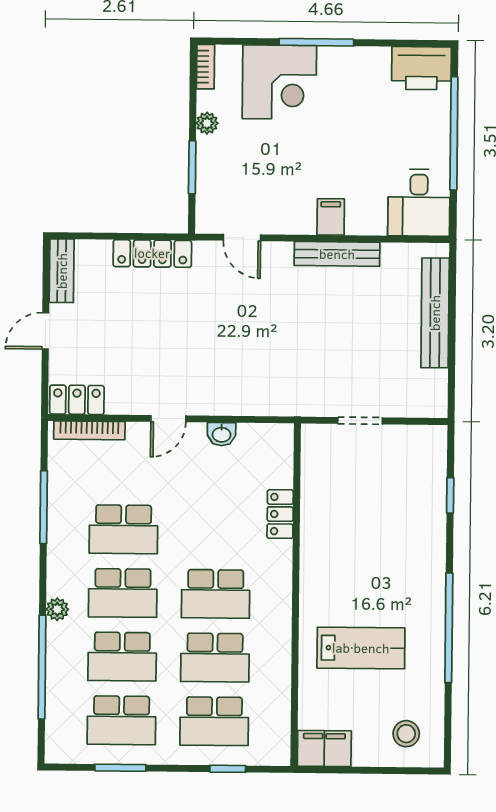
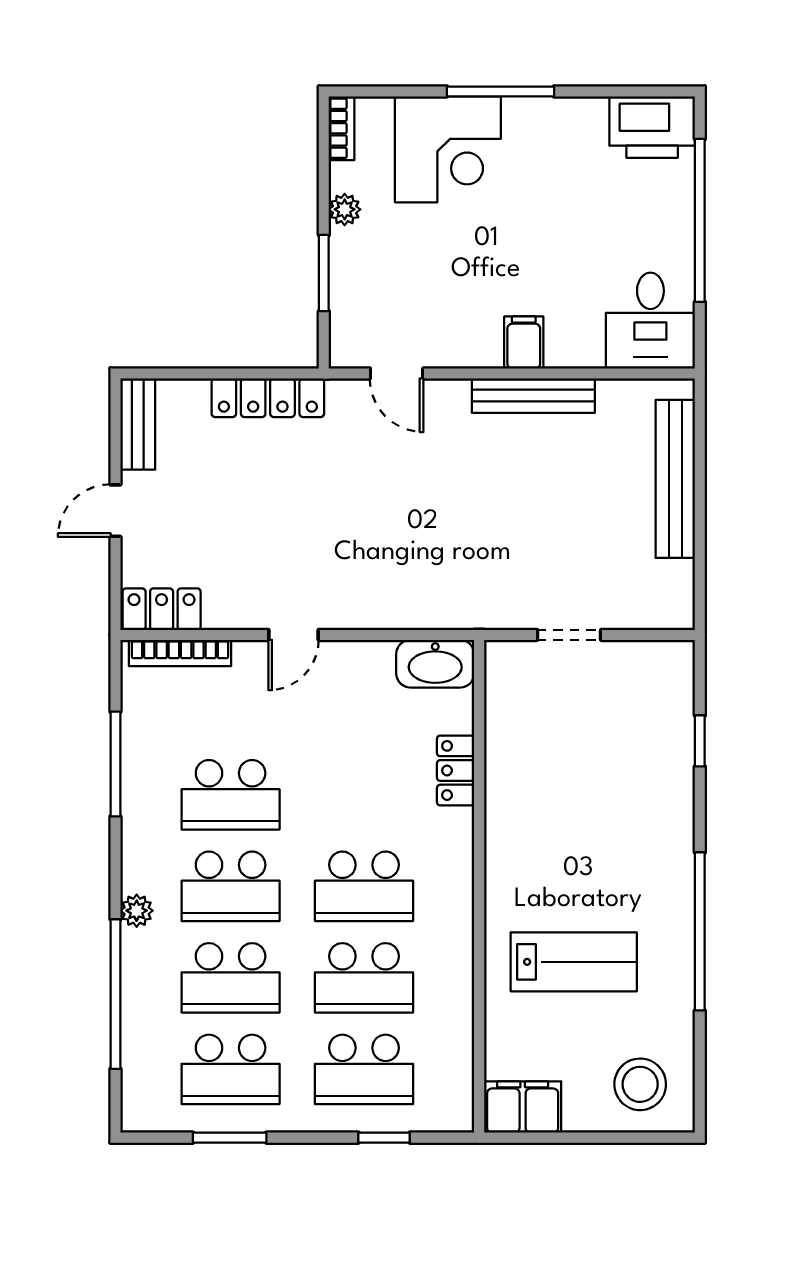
washbasin: (222, 434) -> (435, 664), moved, width x1.91, depth x1.45
stool: (406, 734) -> (640, 1084), width x1.38, depth x1.38

